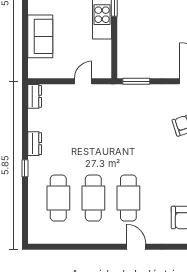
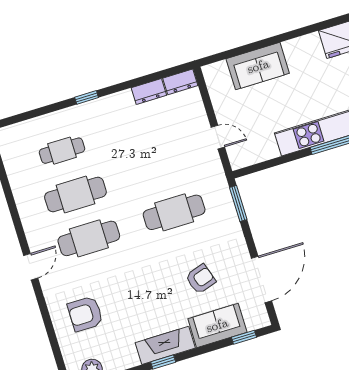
cafe table: (128, 130) -> (174, 212), added
dresser: (35, 144) -> (149, 92), moved
cafe table: (58, 198) -> (62, 151), width x0.73, depth x0.74

